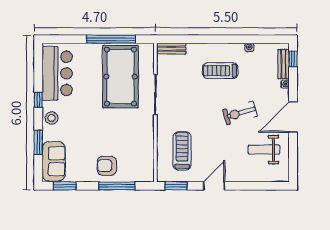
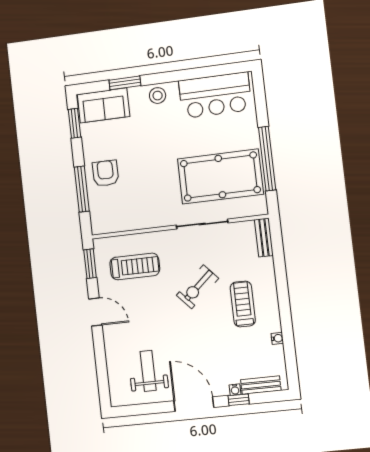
window: (293, 59) -> (239, 400), moved
window: (38, 100) -> (179, 76), removed
exercise bike: (240, 113) -> (197, 287), moved, turned -116

